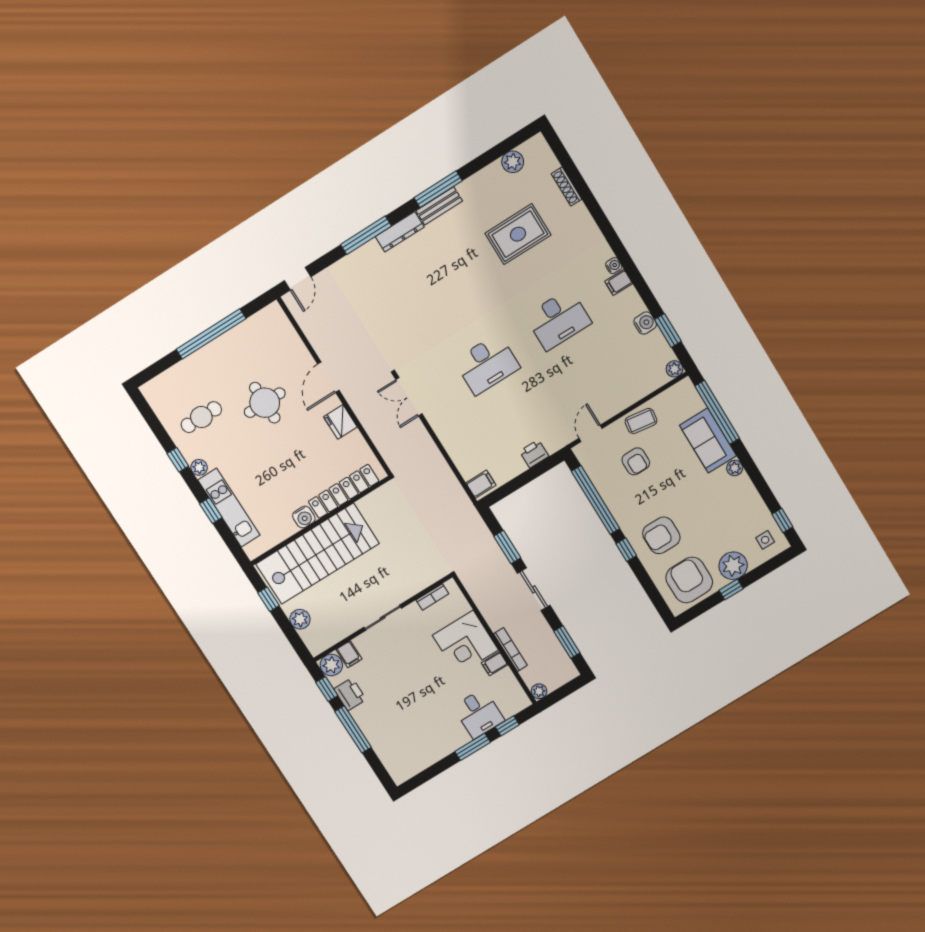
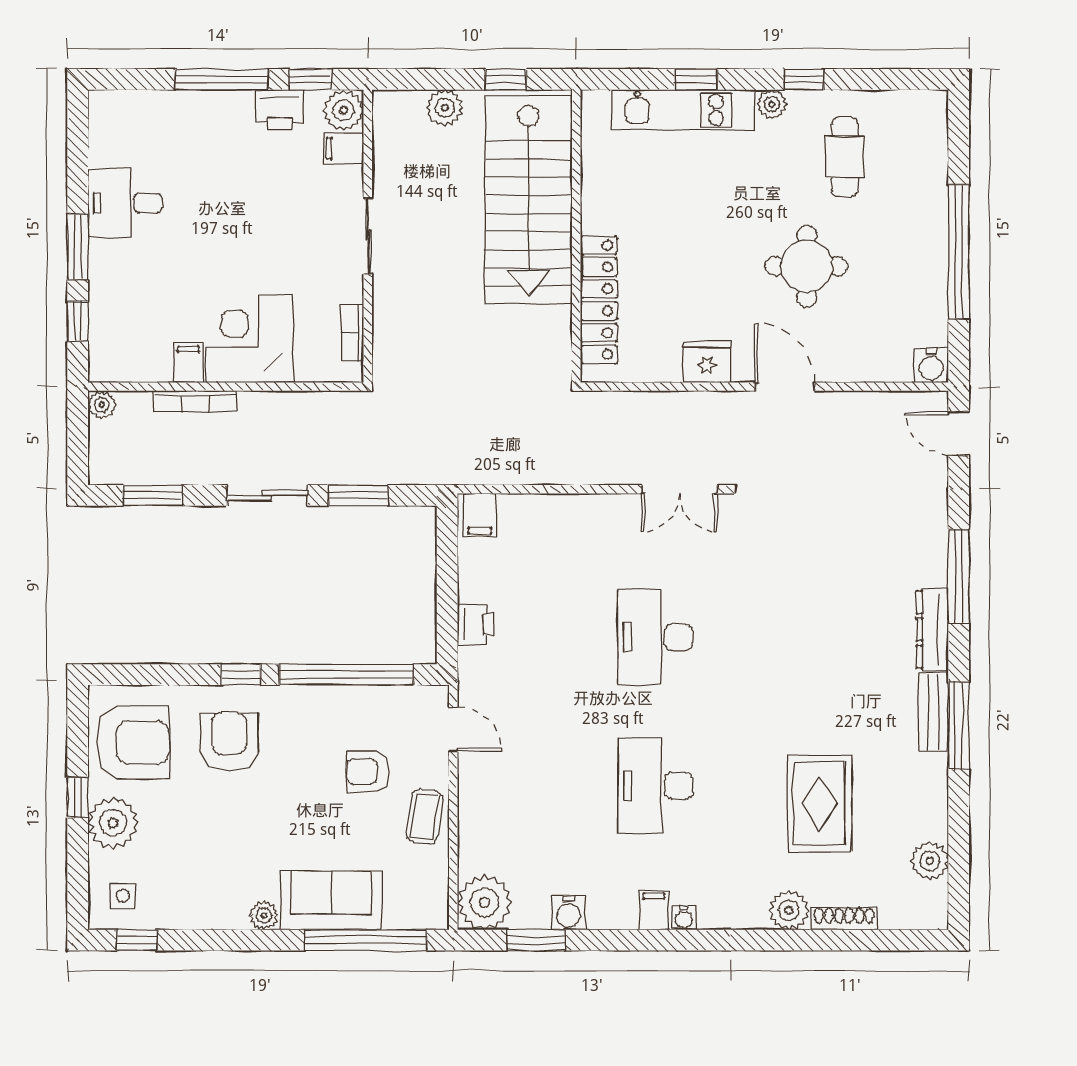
plant: (579, 216) -> (789, 910), added
plant: (675, 369) -> (485, 902), width x1.87, depth x1.87
double door: (409, 397) -> (680, 489), swing flipped
water cooler: (304, 517) -> (931, 365), moved, turned -90
desk: (479, 714) -> (125, 203), moved

